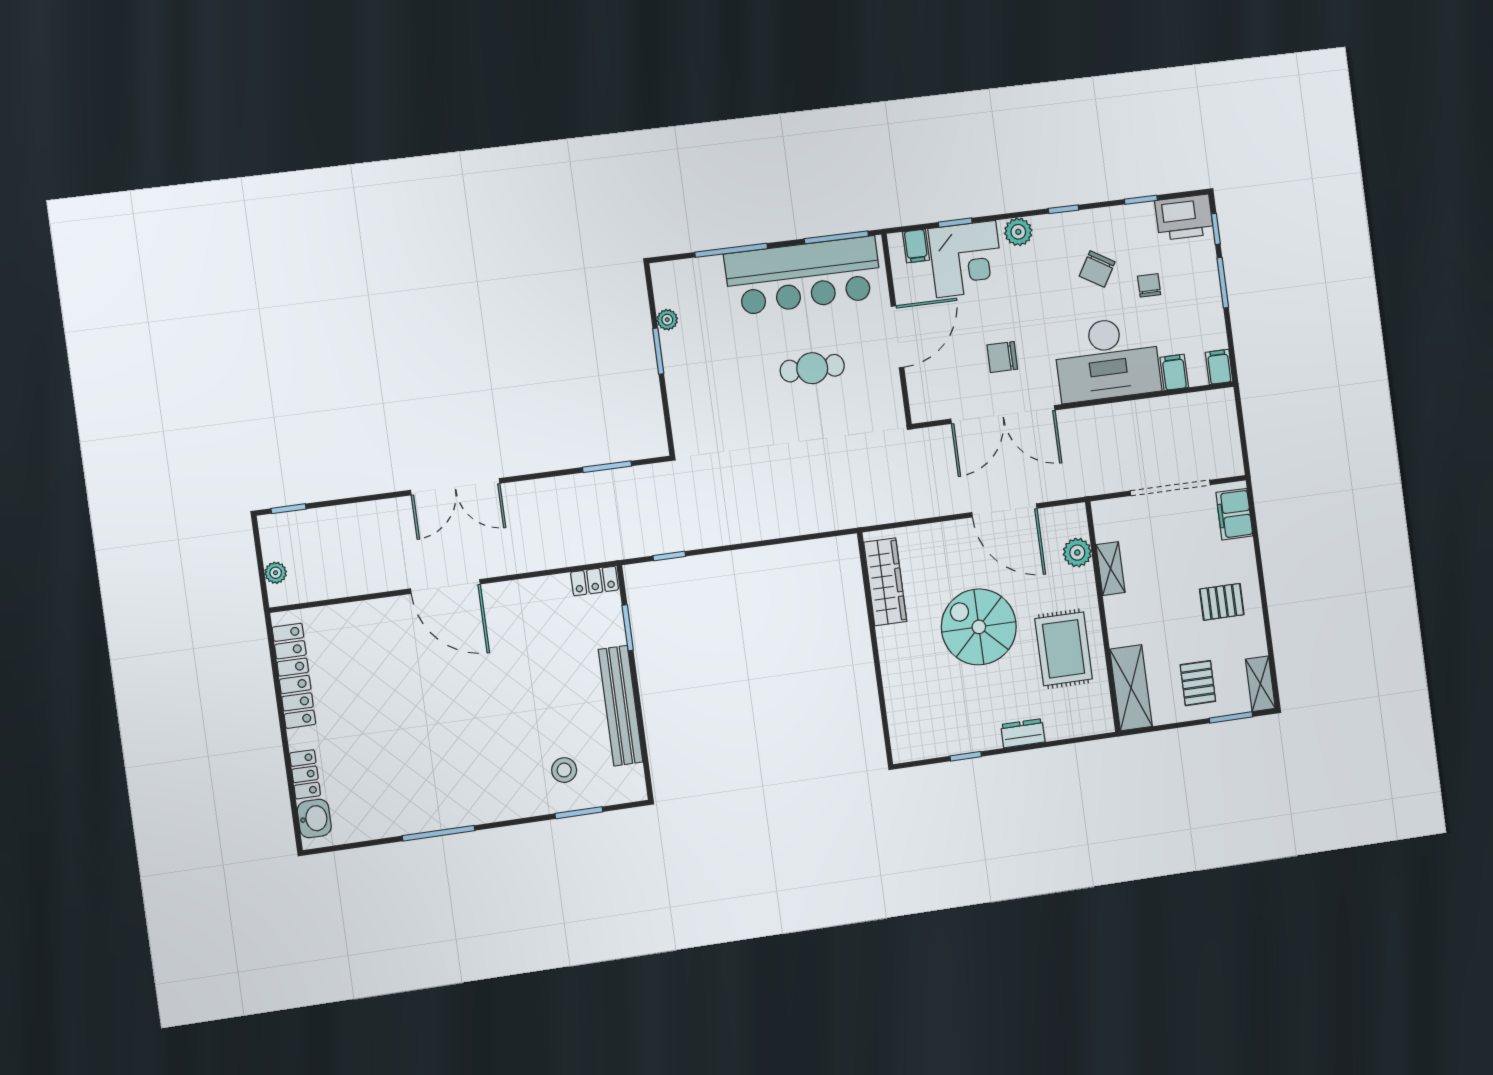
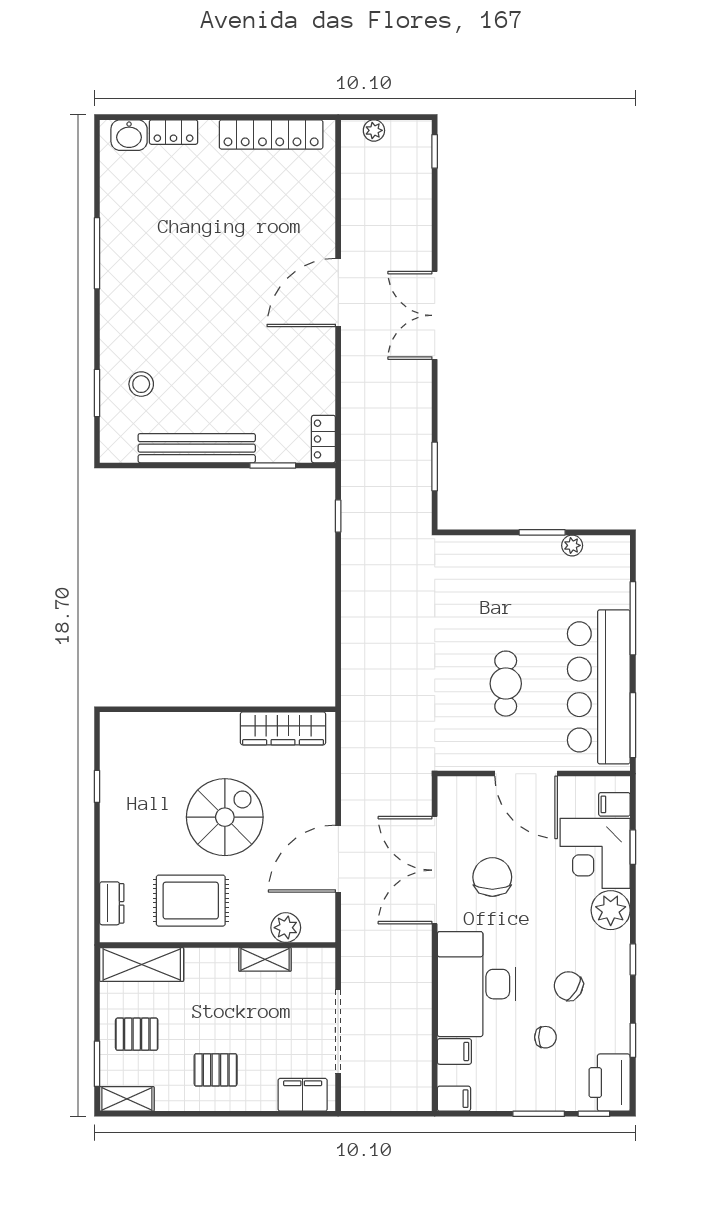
plant: (1018, 232) -> (611, 910), width x1.36, depth x1.36
chair: (1002, 357) -> (492, 877), width x1.37, depth x1.37
pallet: (1222, 602) -> (216, 1070), turned 90
dresser: (1023, 733) -> (112, 903), moved

